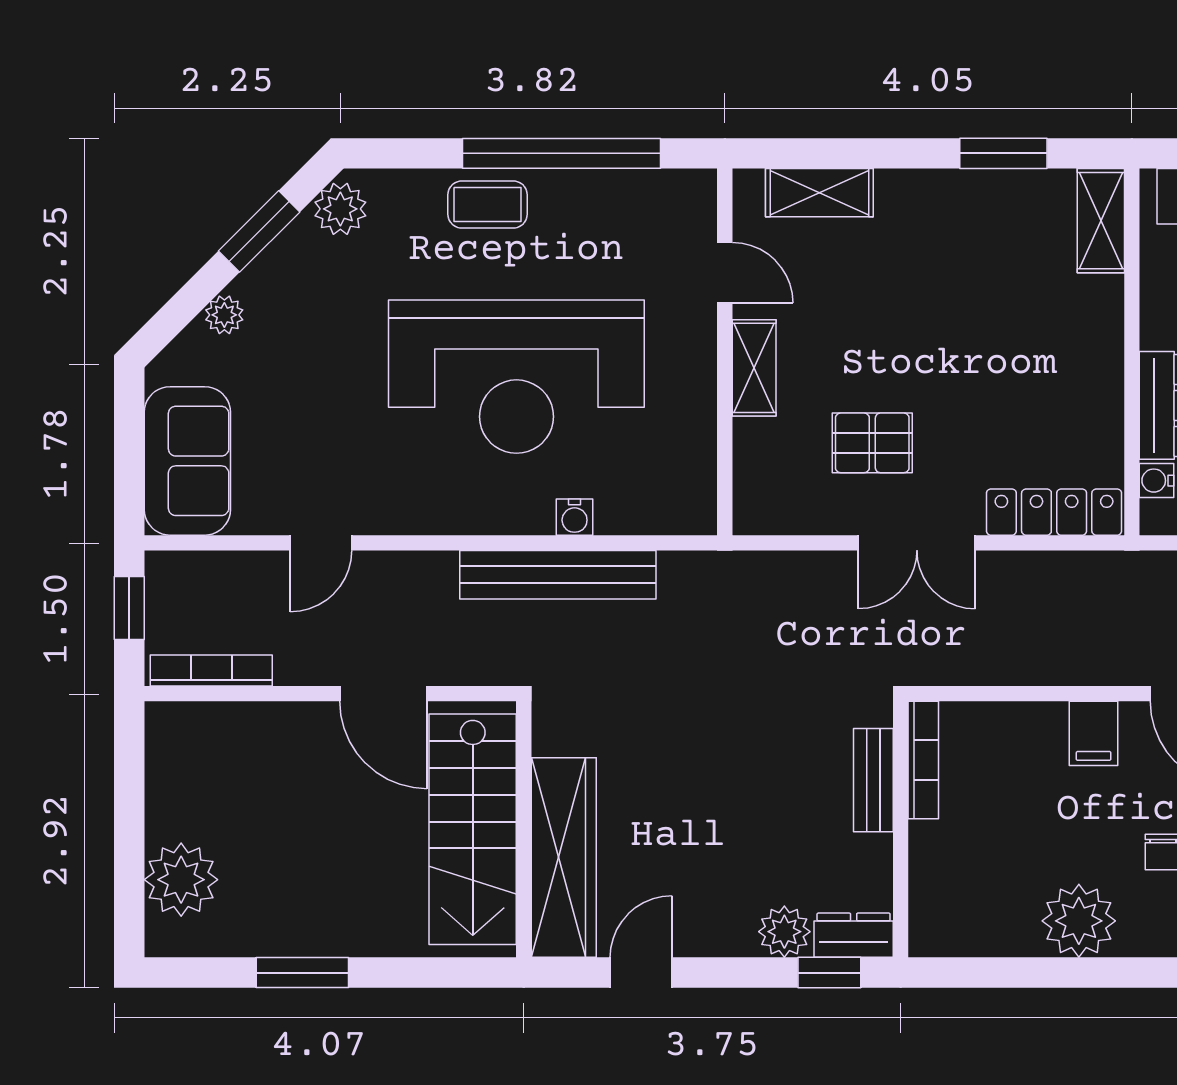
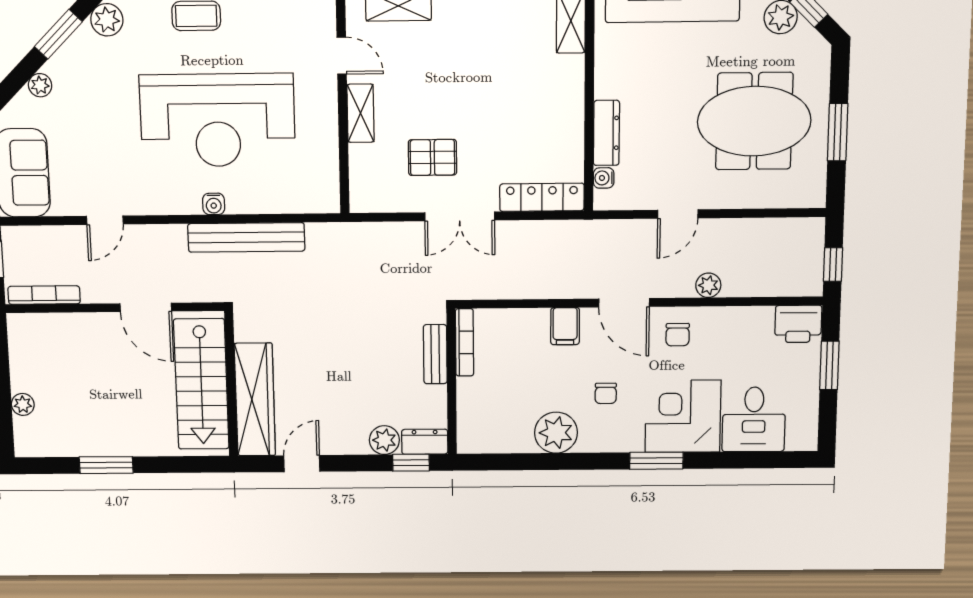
water cooler: (575, 517) -> (214, 204), moved
plant: (181, 880) -> (23, 404), width x0.53, depth x0.53

